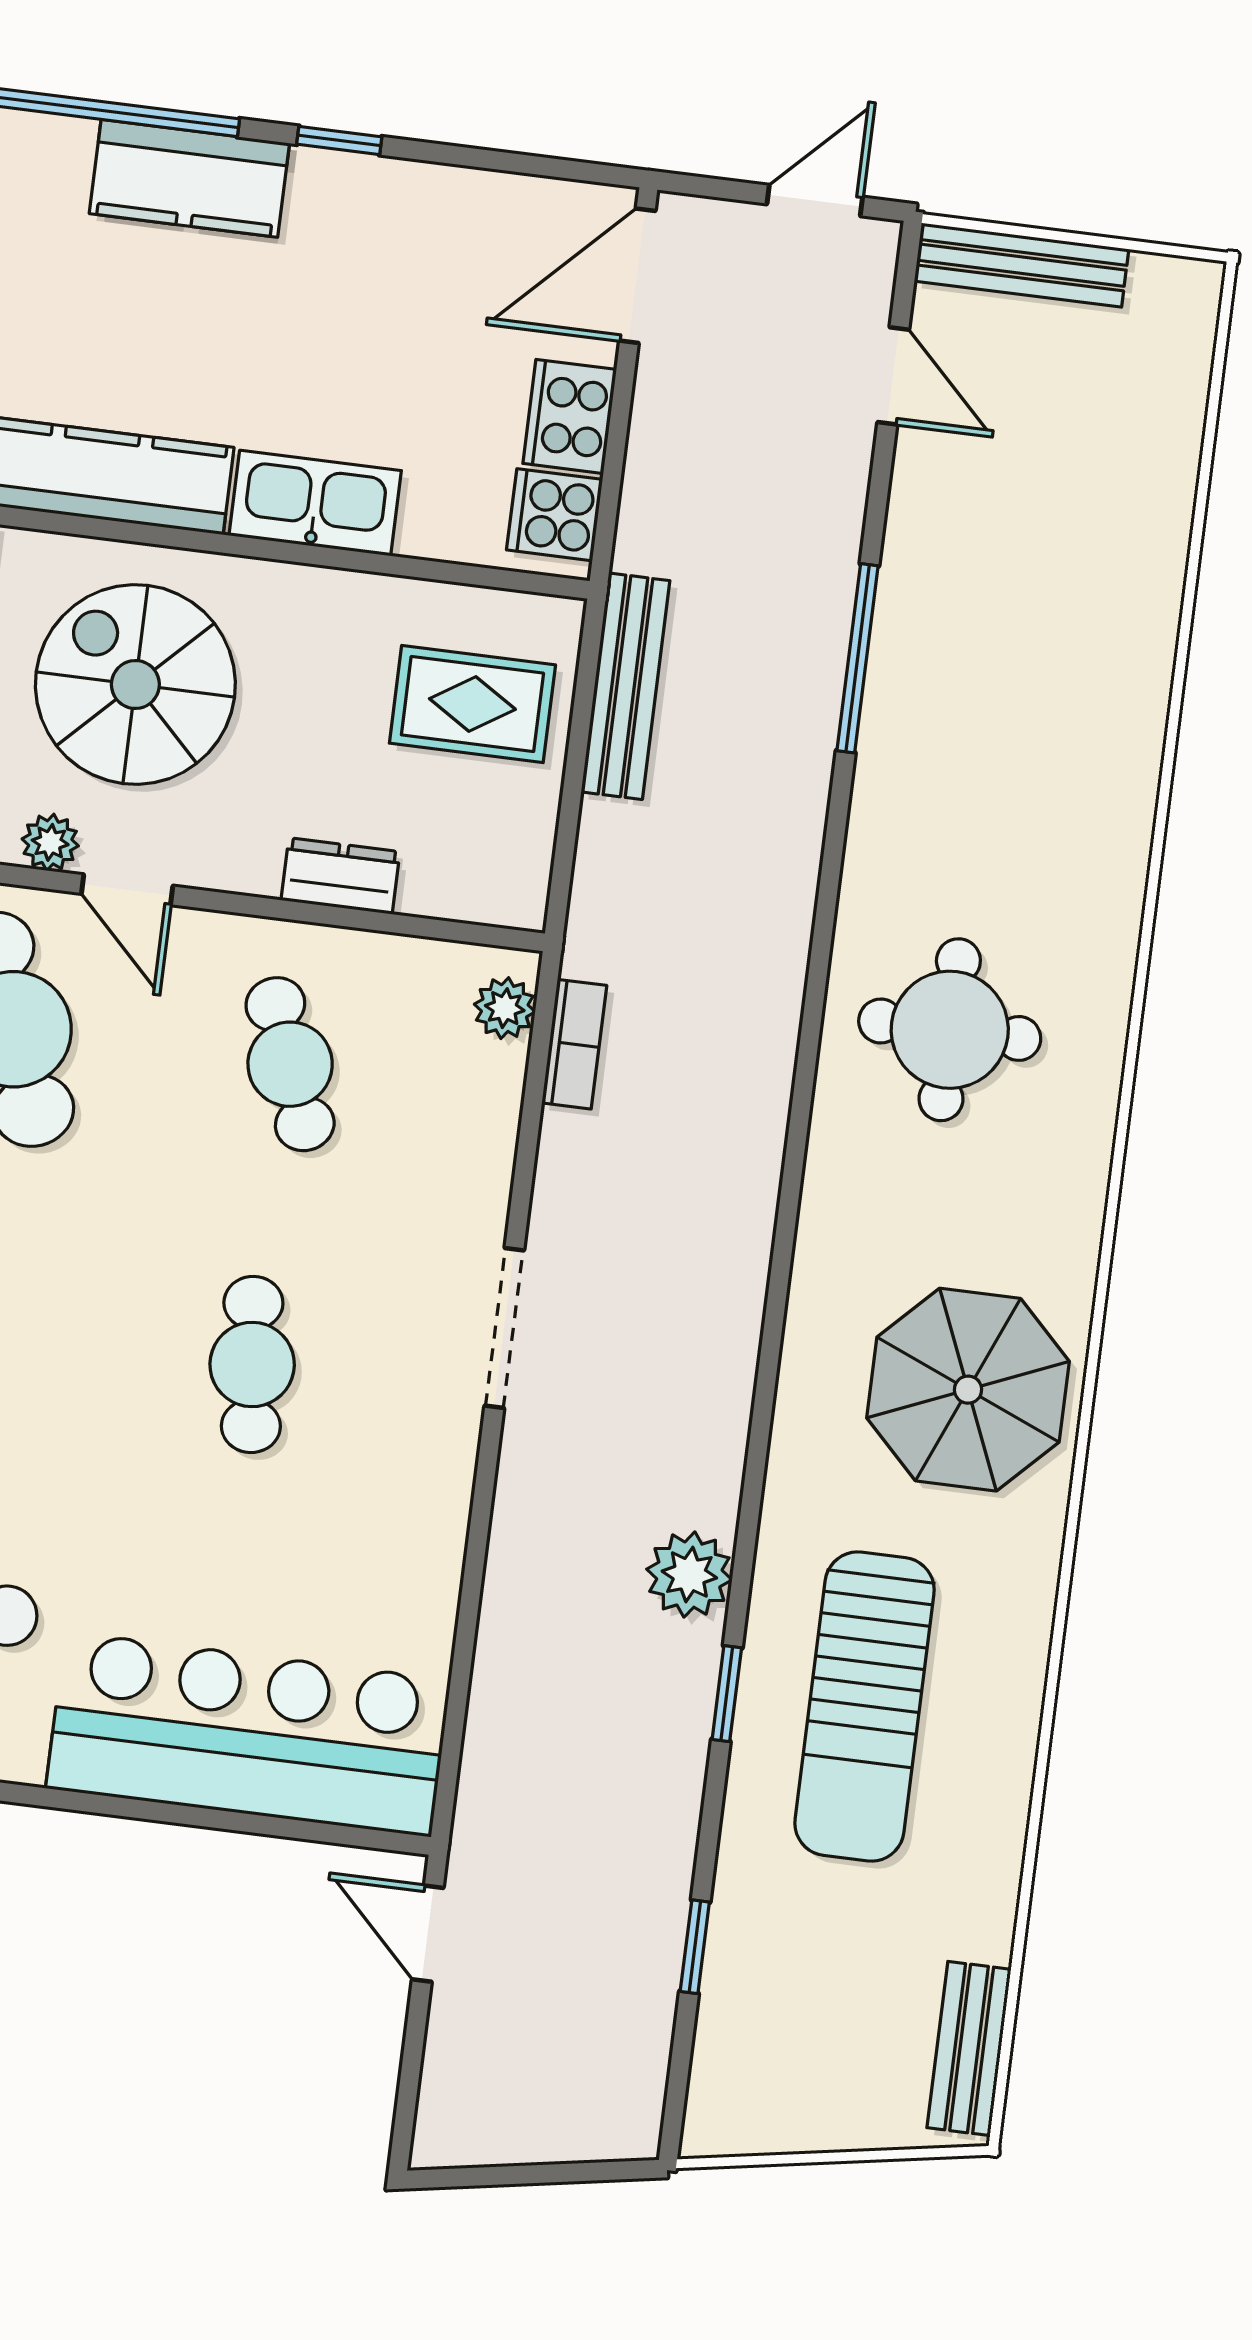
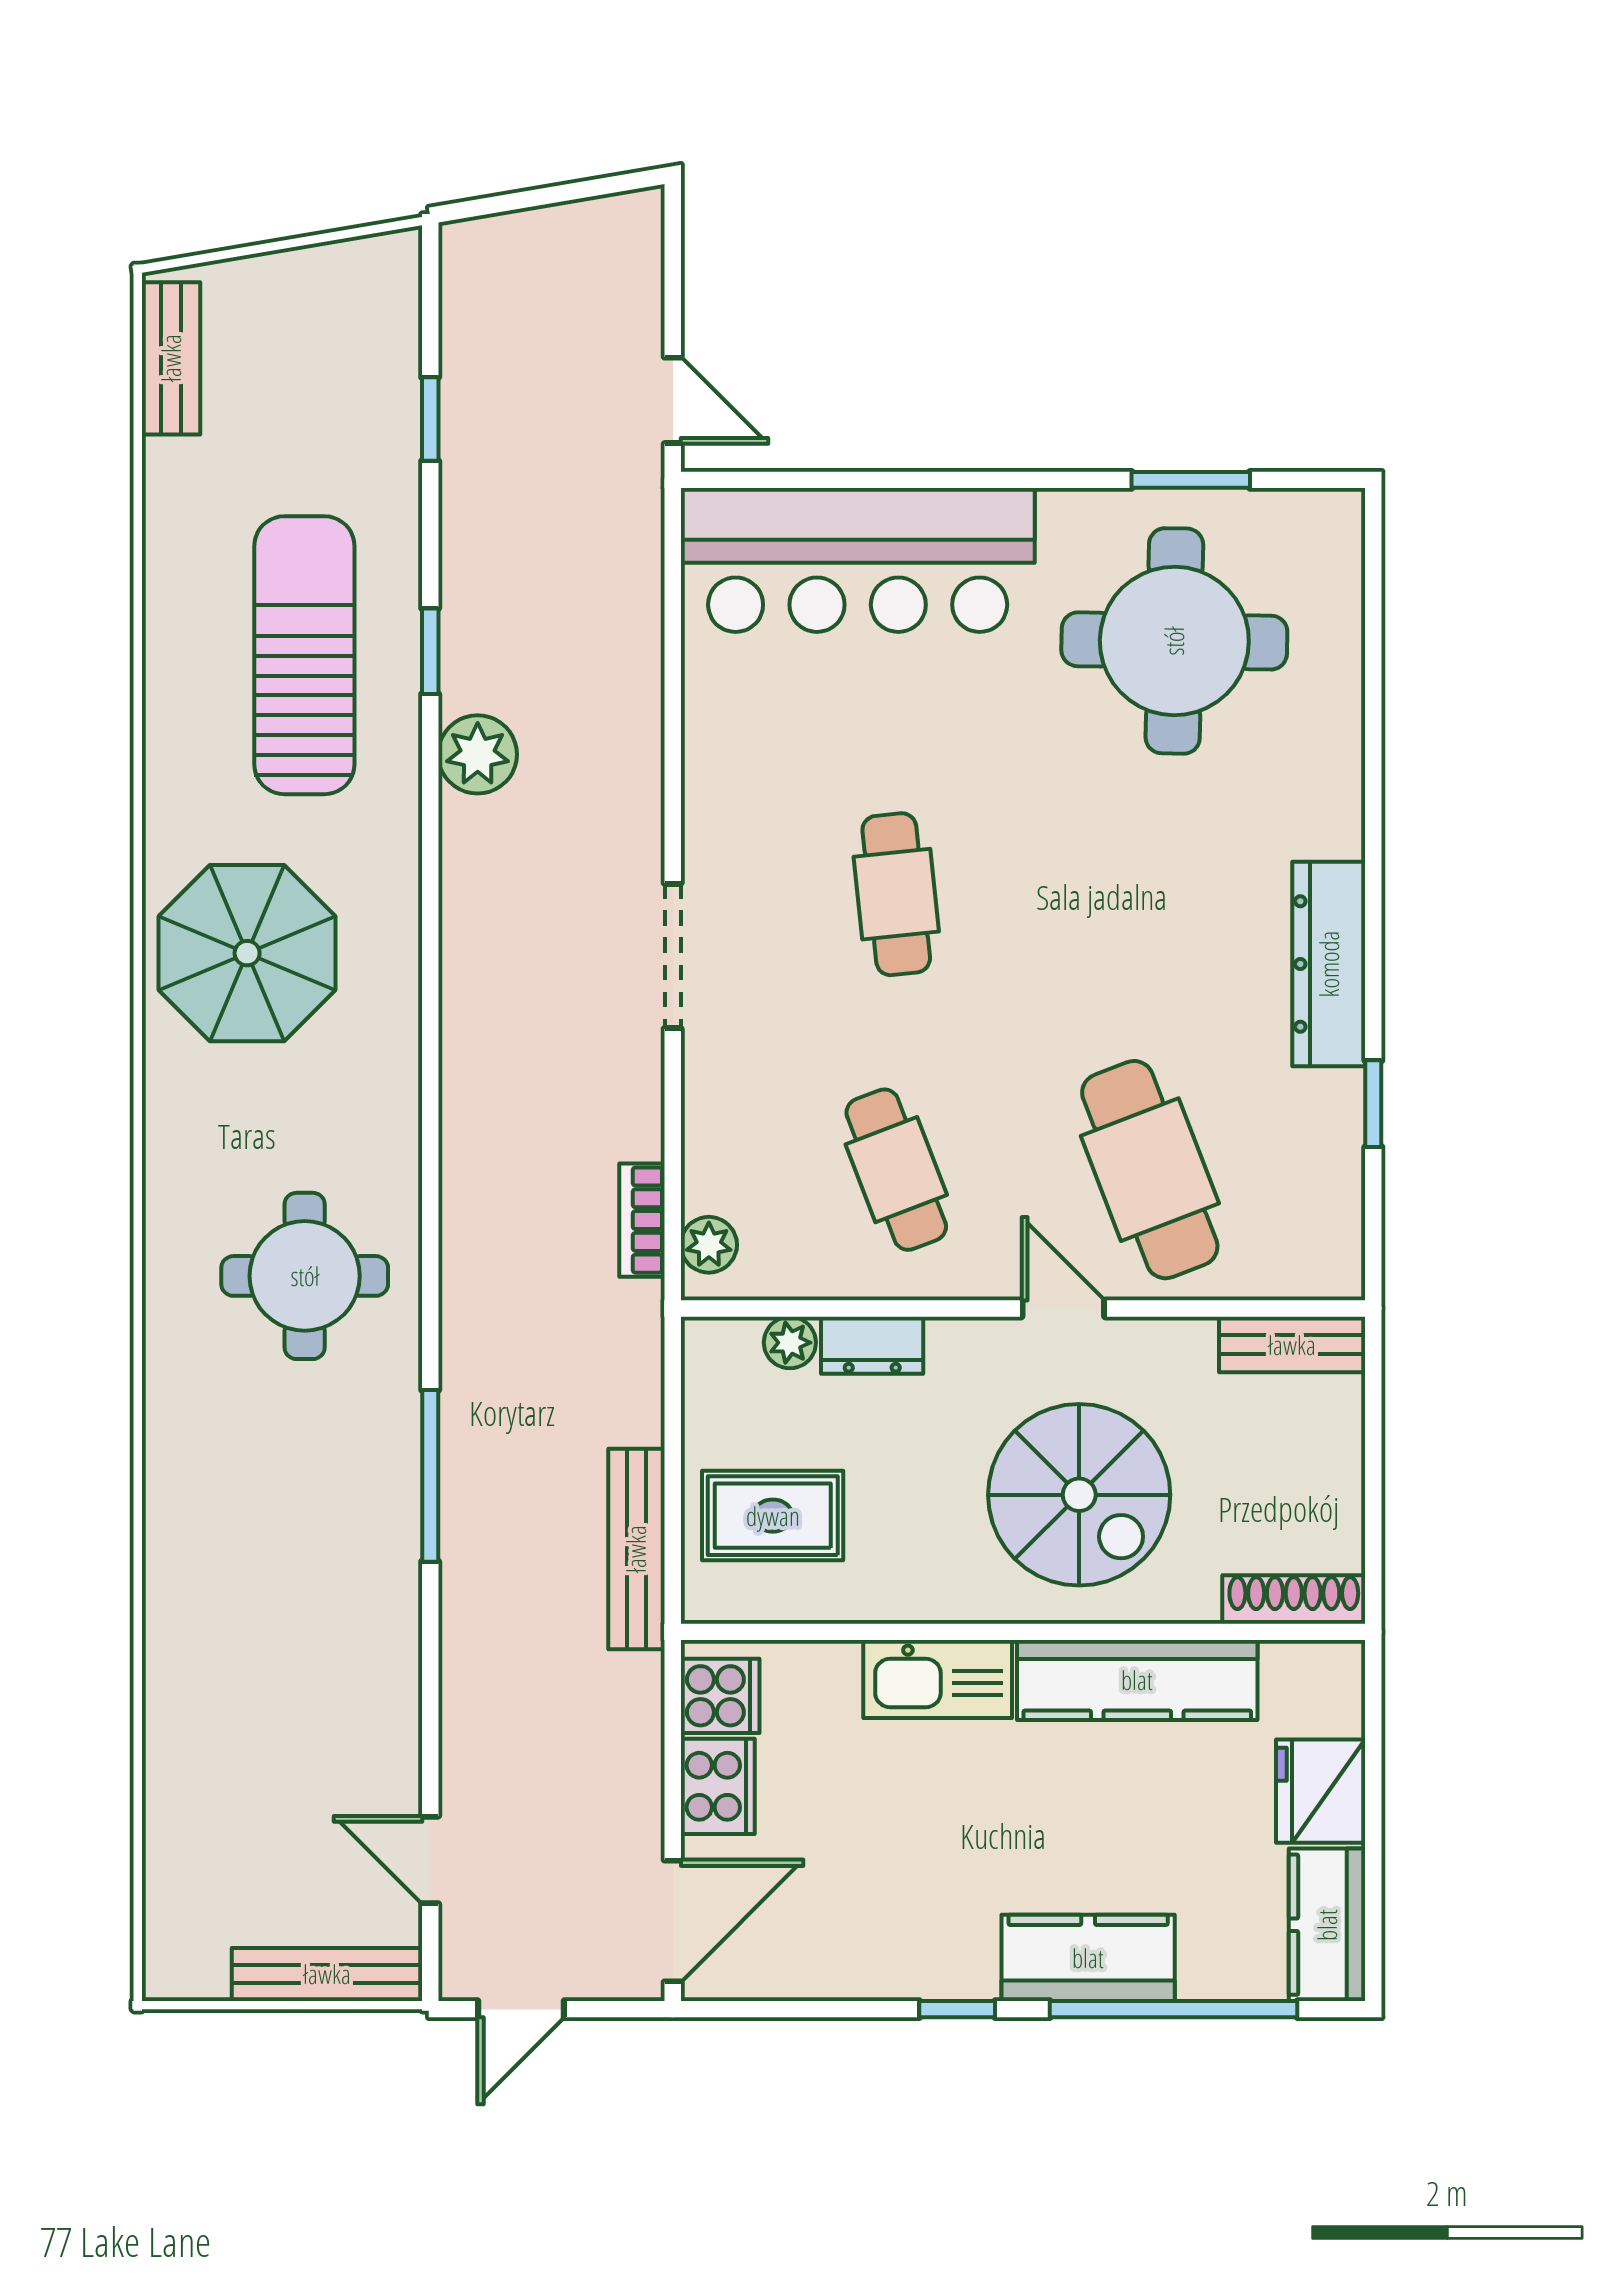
window: (858, 658) -> (430, 1476), moved
plant: (50, 842) -> (790, 1343), moved

